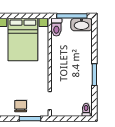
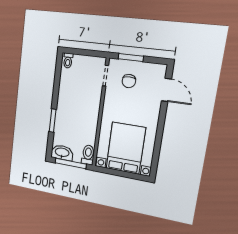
window: (94, 75) -> (53, 121), moved
chair: (21, 106) -> (129, 81), moved

